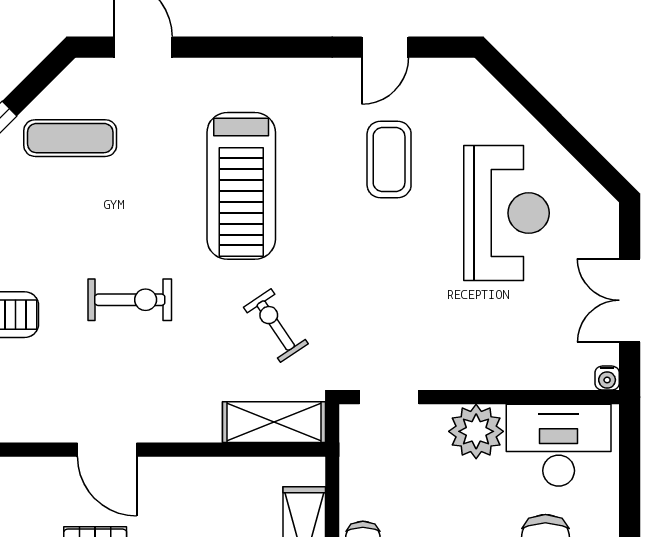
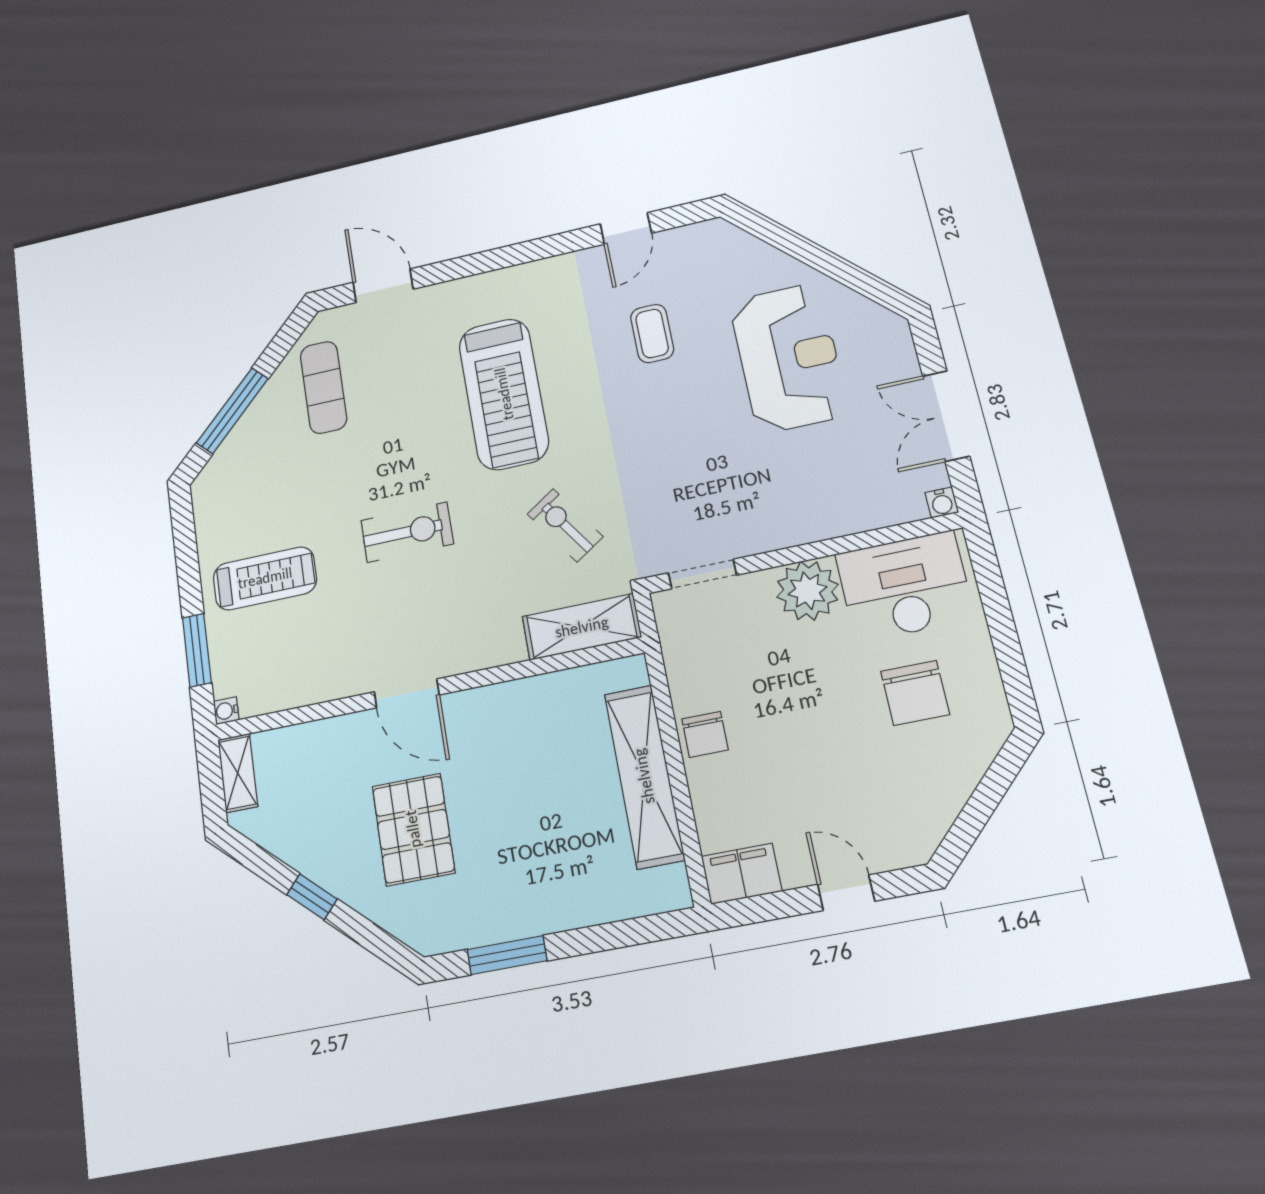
exercise mat: (70, 138) -> (323, 387), turned 90
coffee table: (389, 159) -> (652, 333), width x0.73, depth x0.77

